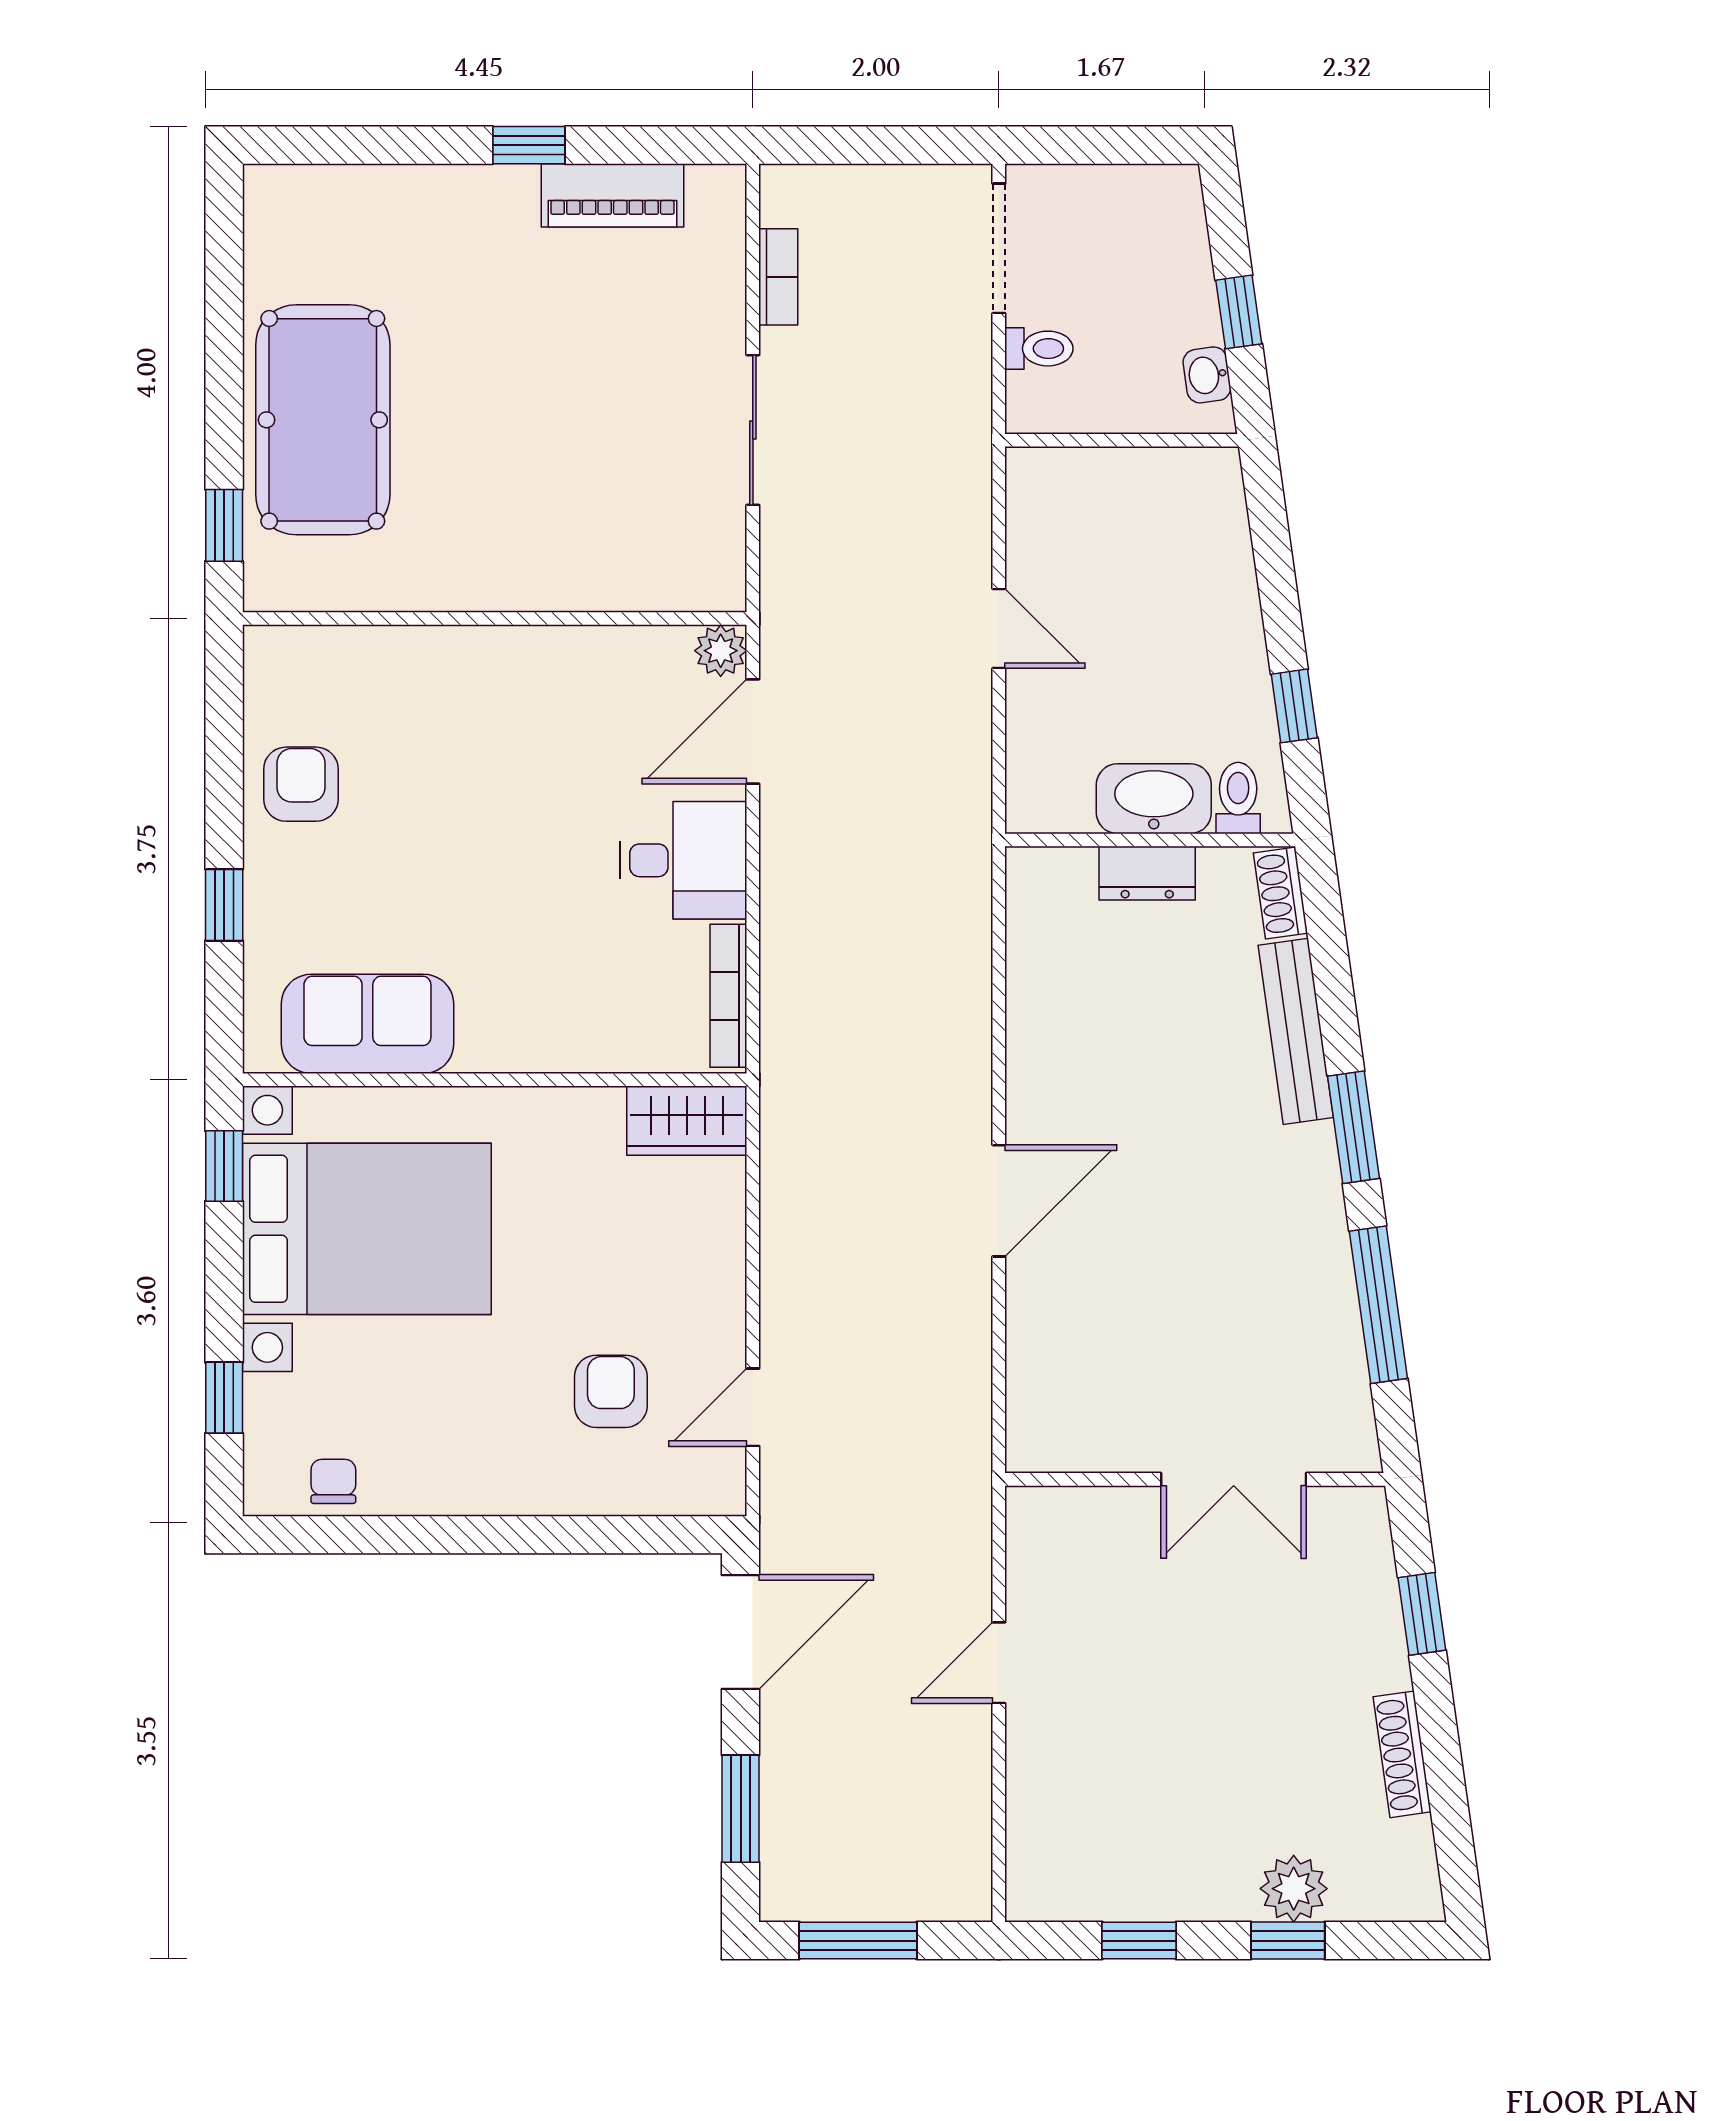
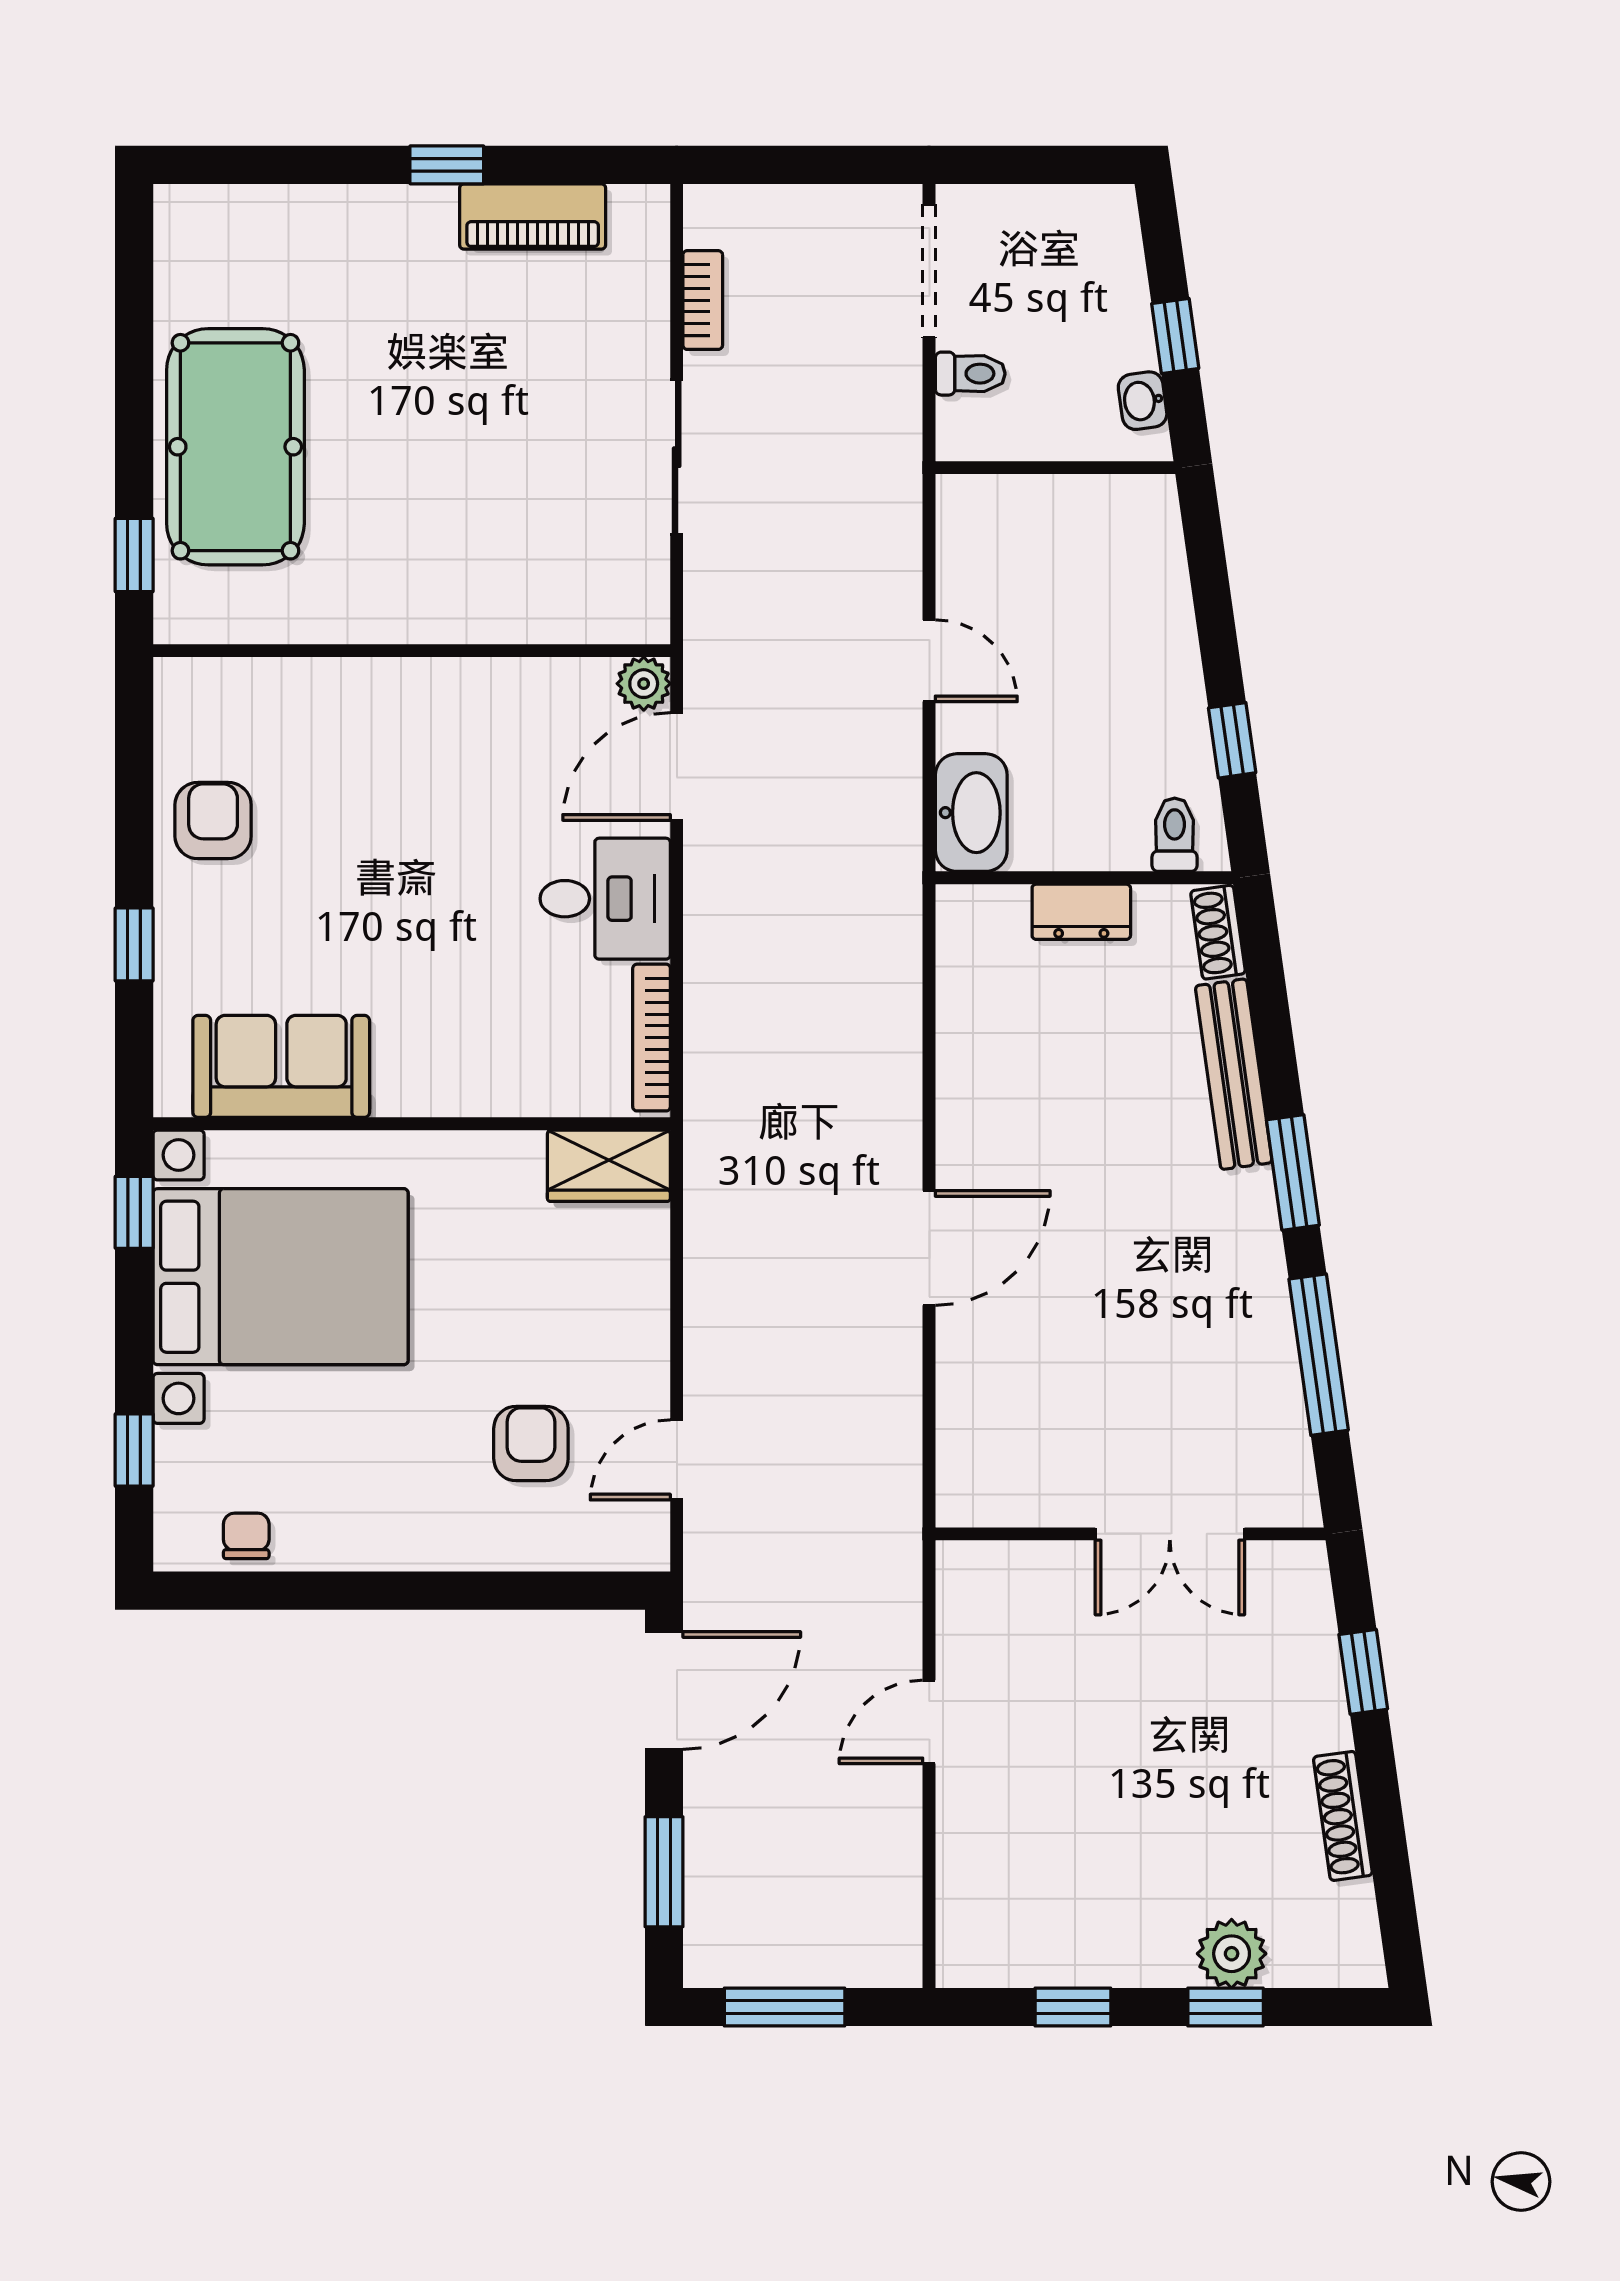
washbasin: (1154, 799) -> (971, 813), moved, turned 90

